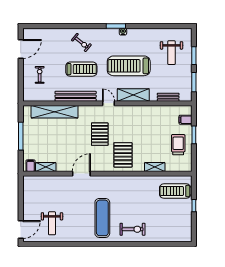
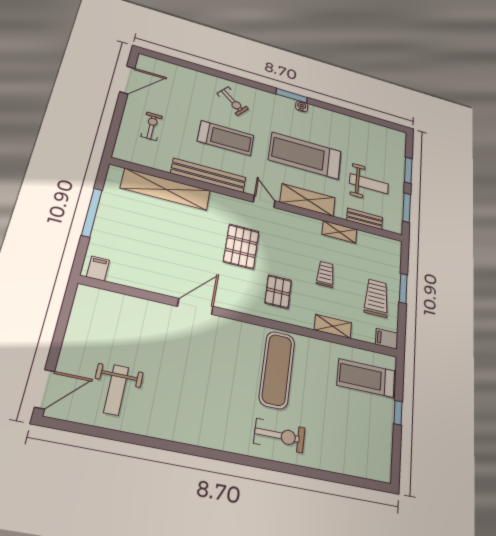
weight bench: (172, 53) -> (369, 184), moved, turned -90
filing cabinet: (186, 120) -> (387, 339), moved
trolley: (148, 138) -> (325, 274), added
pallet: (123, 155) -> (278, 292), width x0.67, depth x0.71
shelving: (46, 167) -> (339, 232), moved
exercise mat: (102, 218) -> (277, 370), moved

